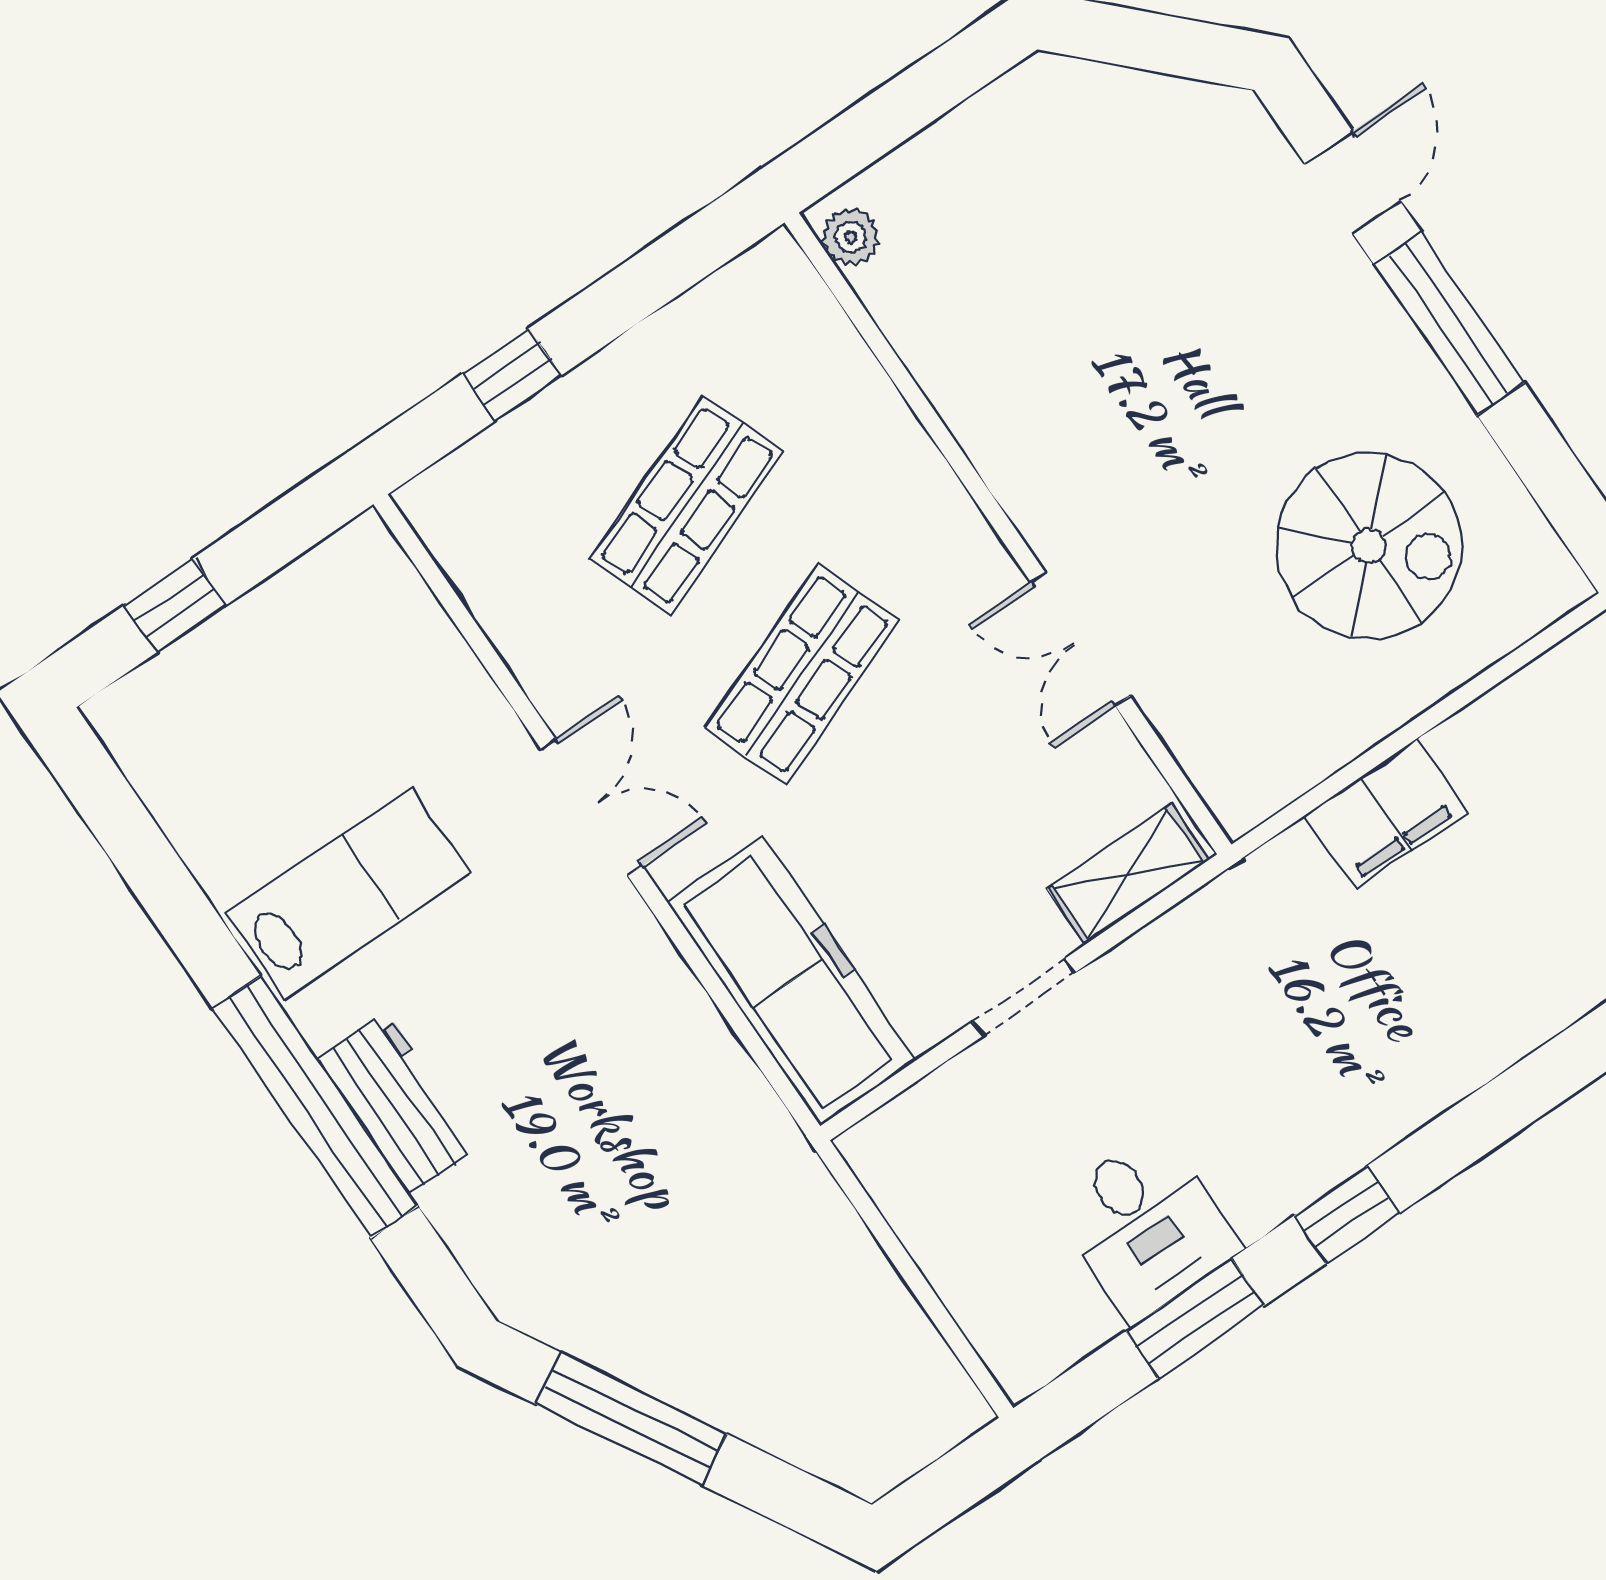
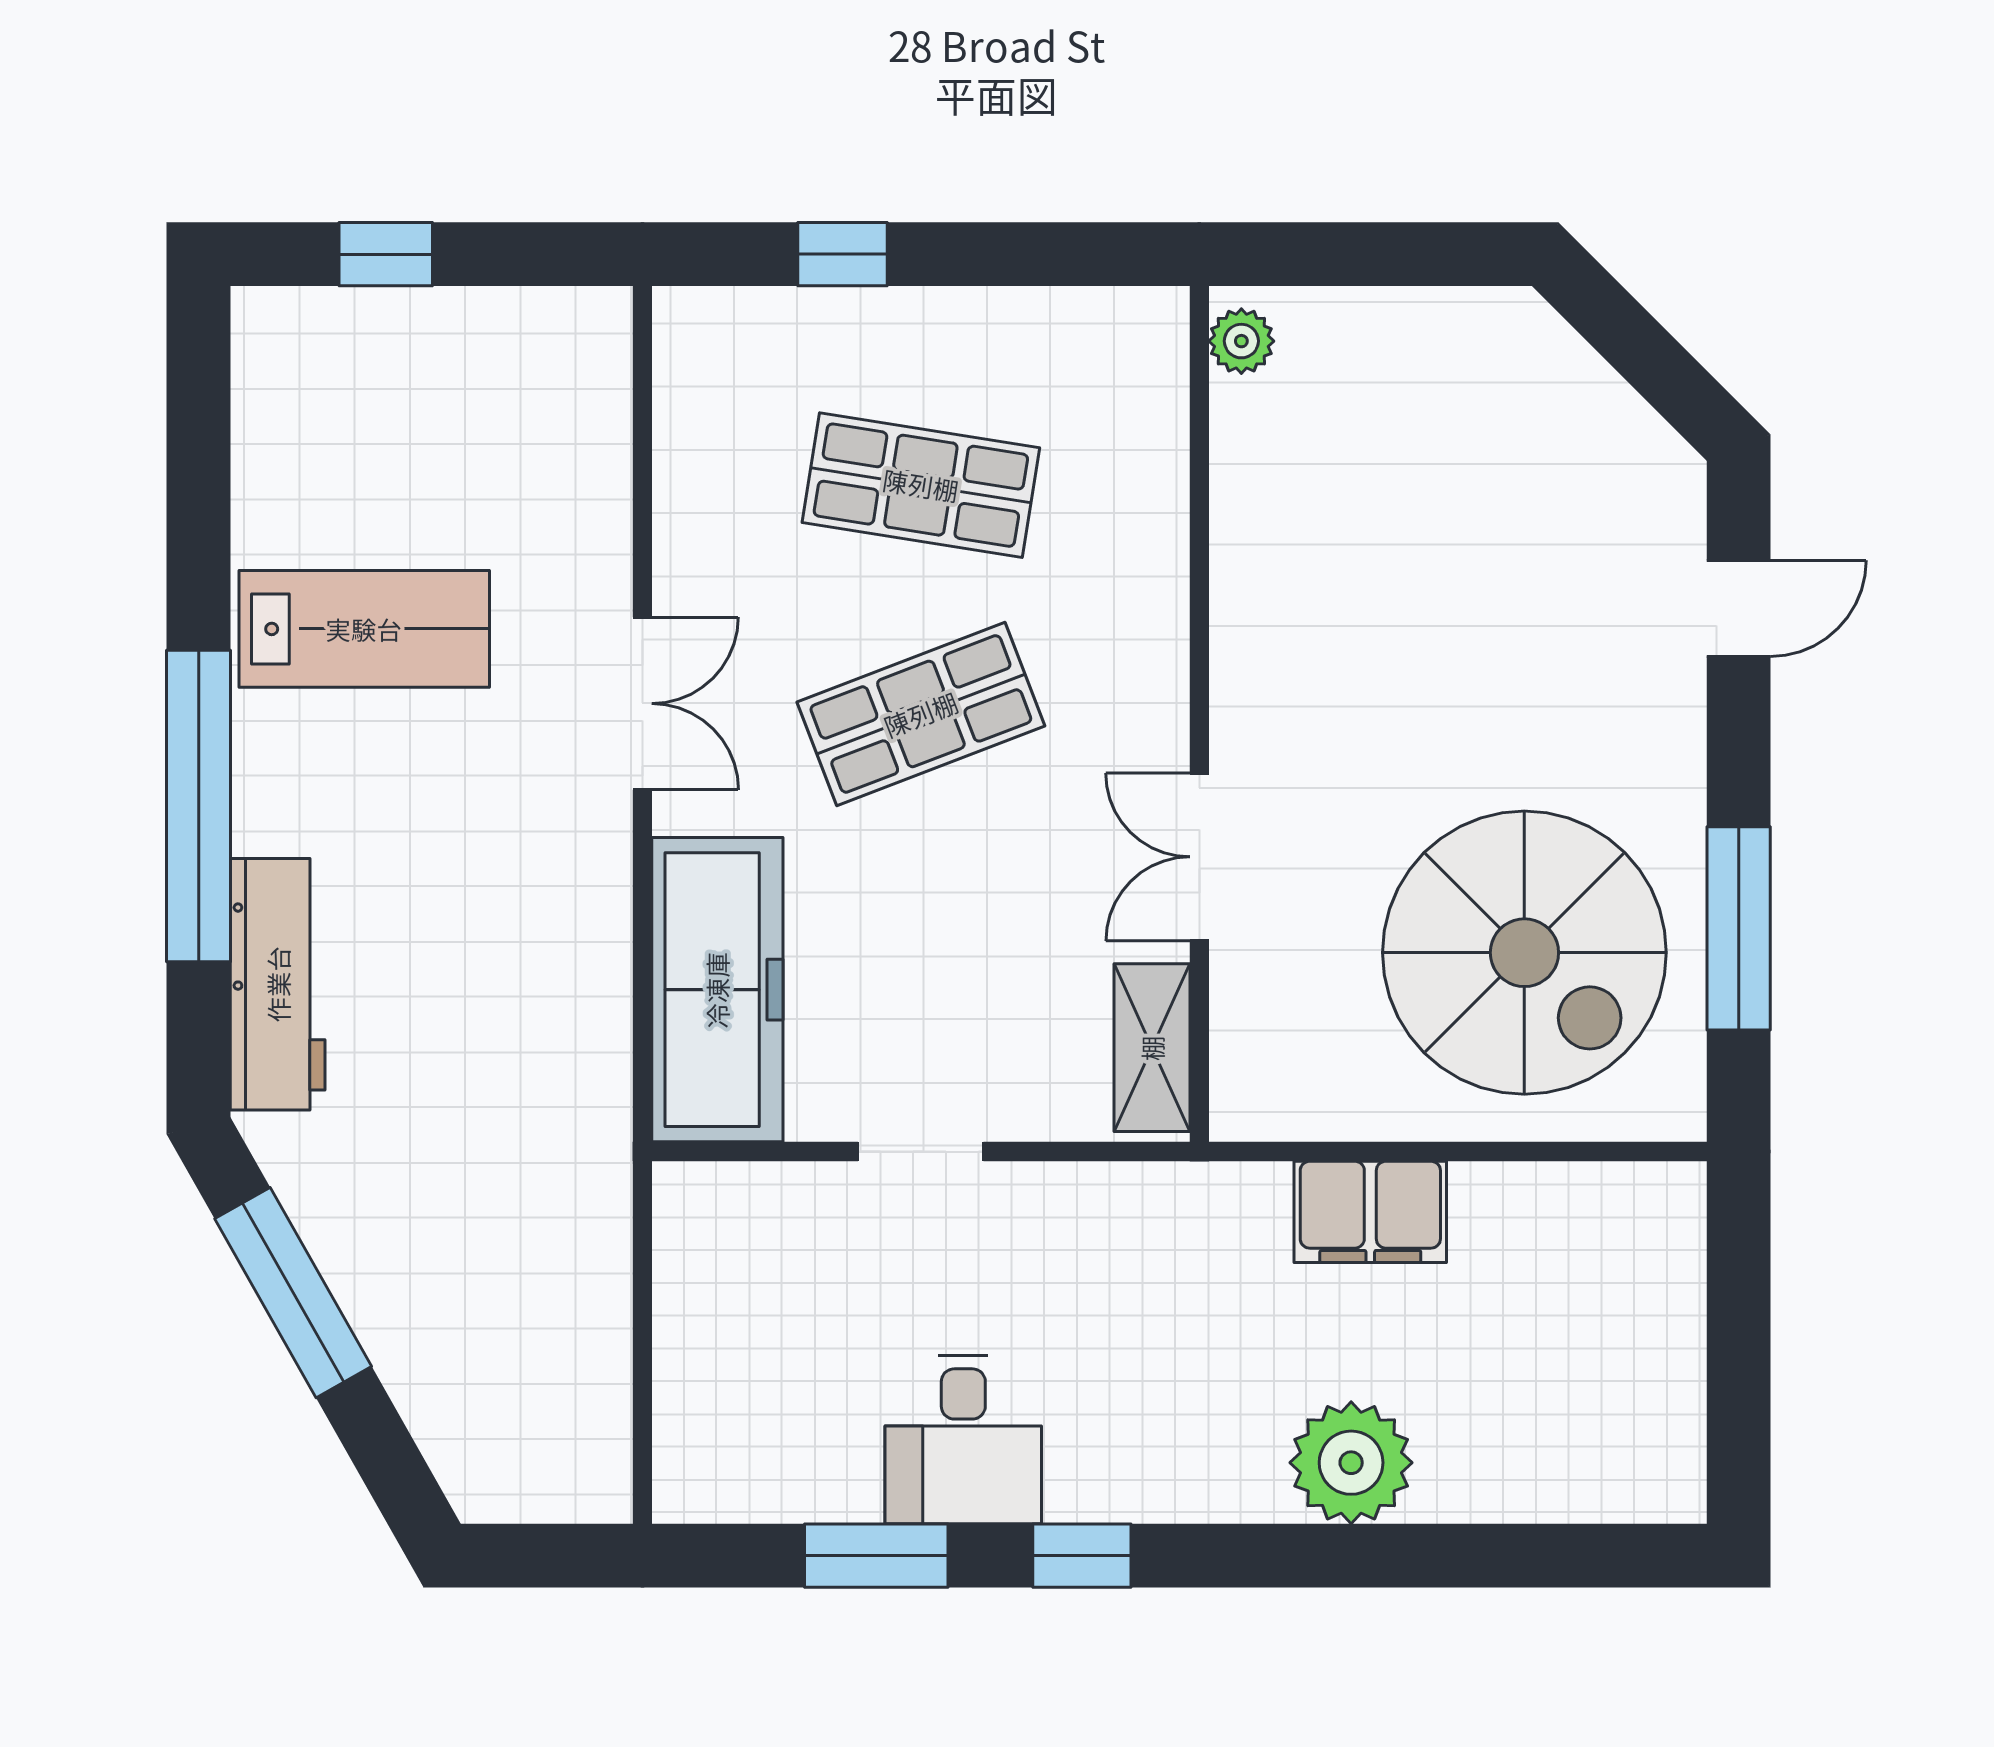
window: (1449, 323) -> (1739, 928), moved
shop shelf: (687, 505) -> (921, 485), turned 30
spiral stairs: (1369, 545) -> (1524, 953), width x1.37, depth x1.37
shelving: (1128, 874) -> (1152, 1048), moved, turned 90
plant: (1499, 1010) -> (1351, 1463), added
workbench: (398, 1103) -> (278, 984), moved, width x1.38
desk: (1145, 1226) -> (963, 1439), moved

